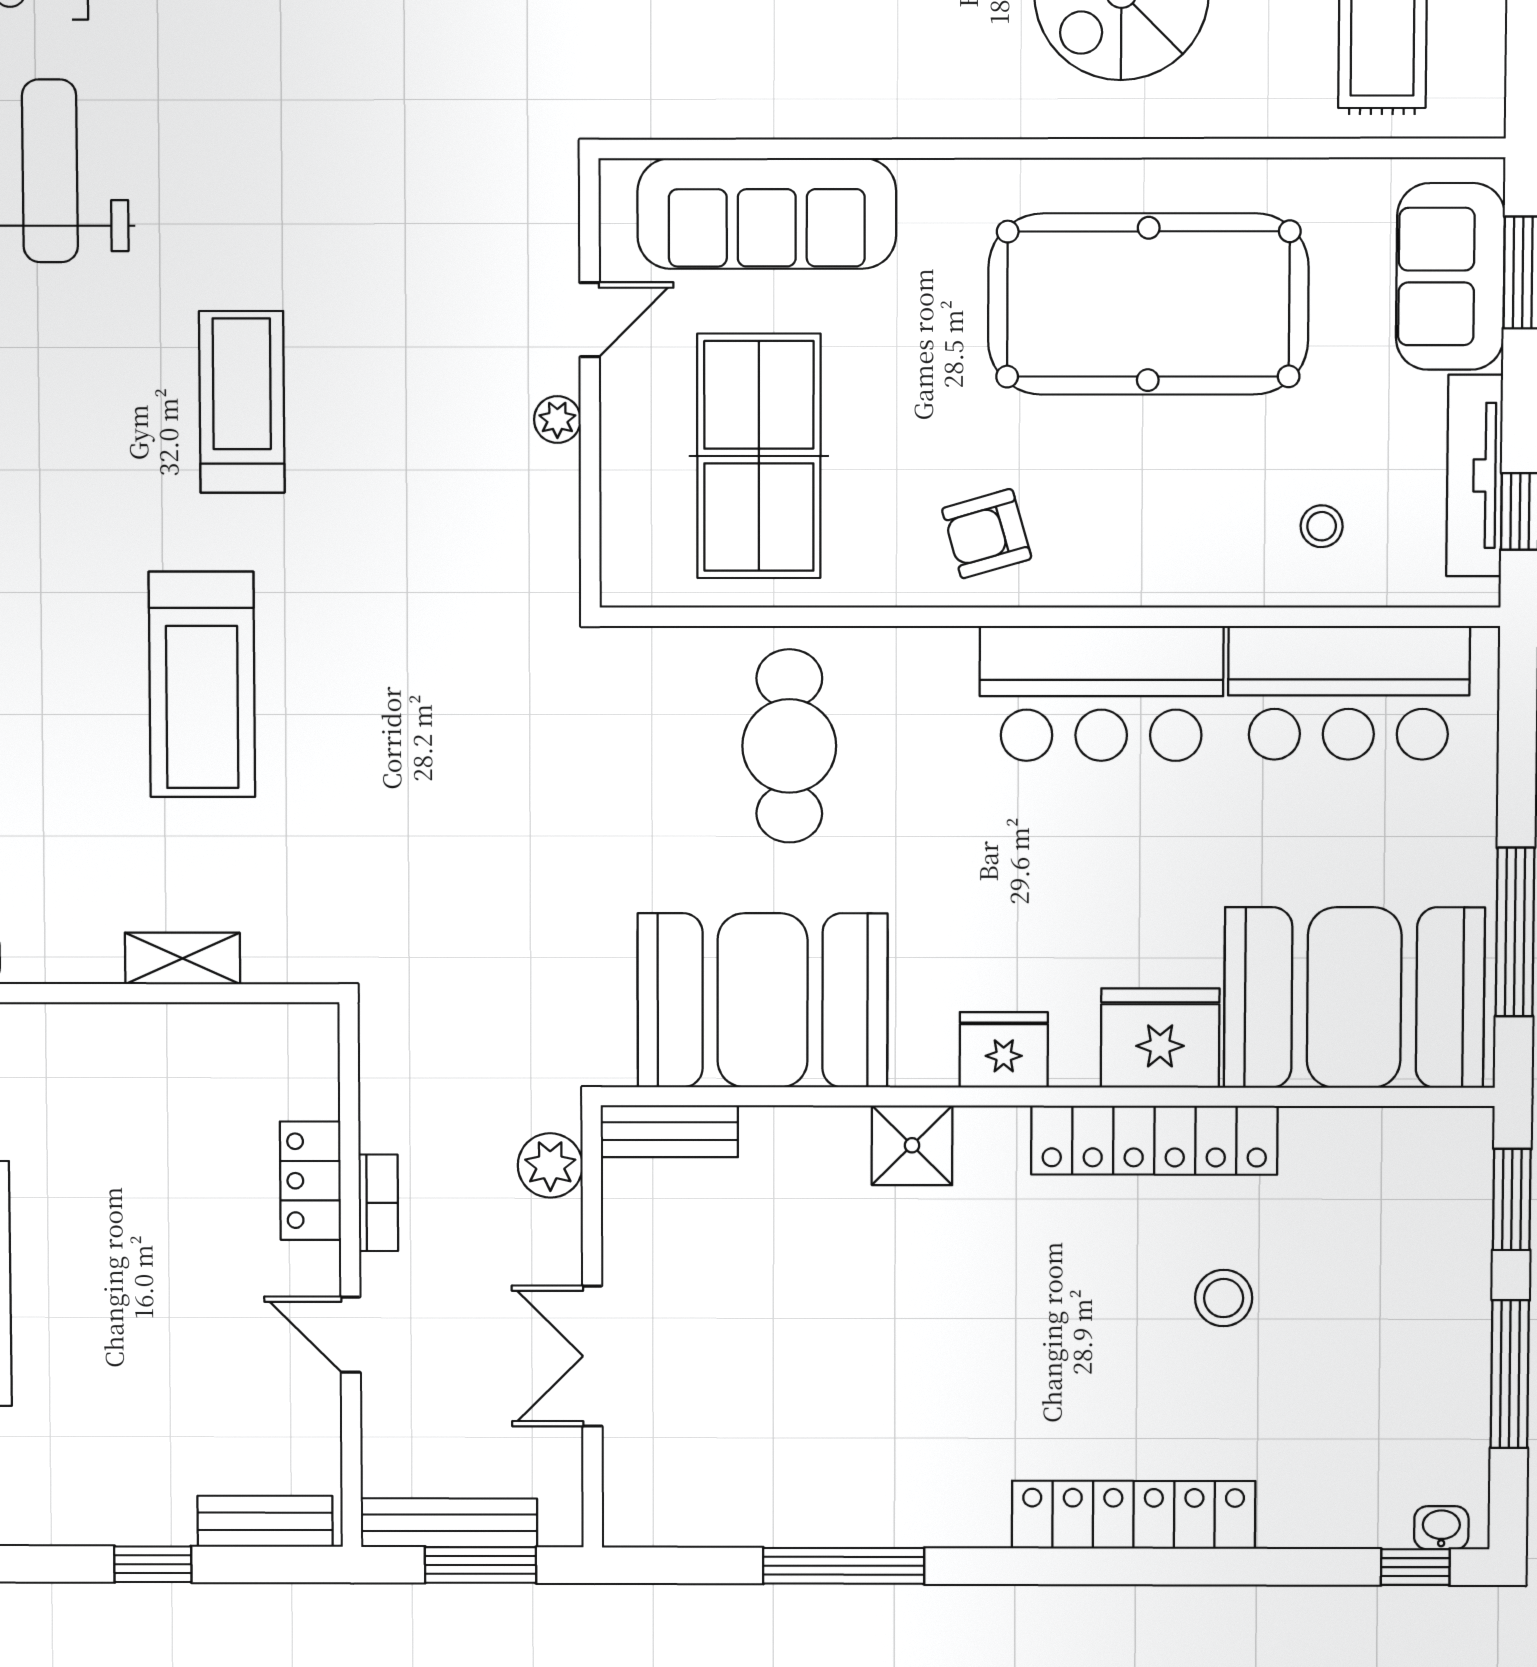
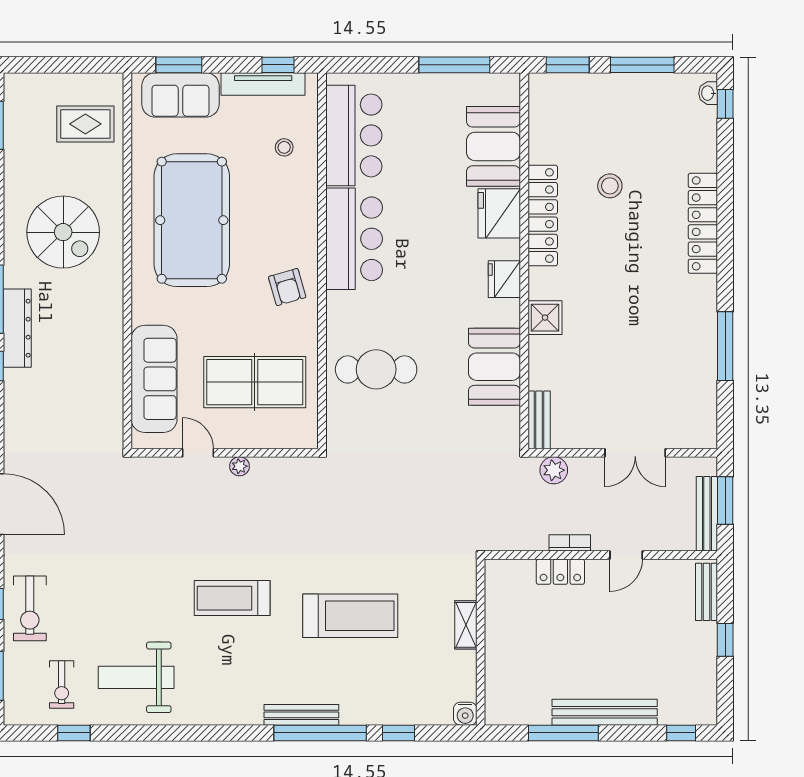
booth: (1354, 998) -> (493, 146), width x0.73, depth x0.70
booth: (763, 1000) -> (494, 367), width x0.73, depth x0.70

